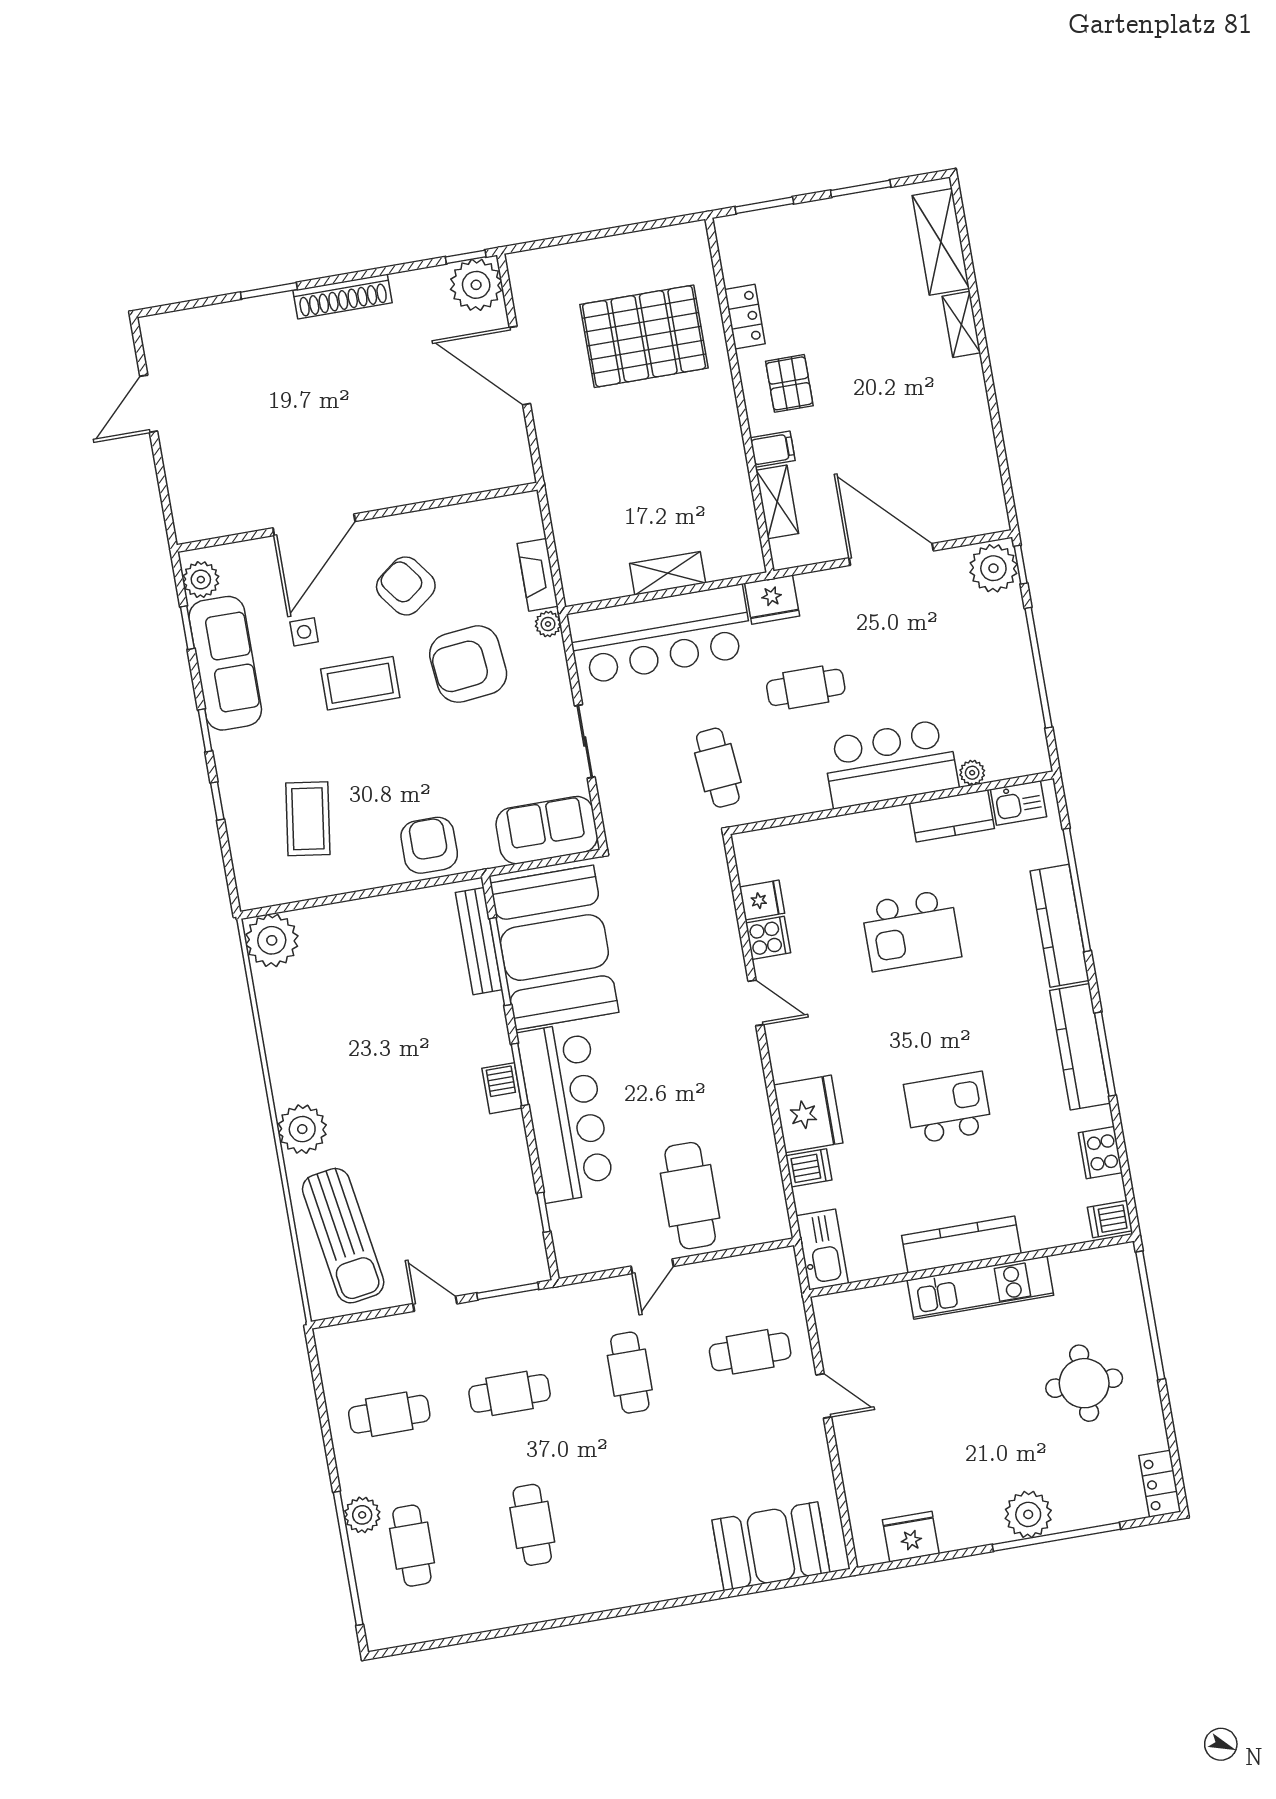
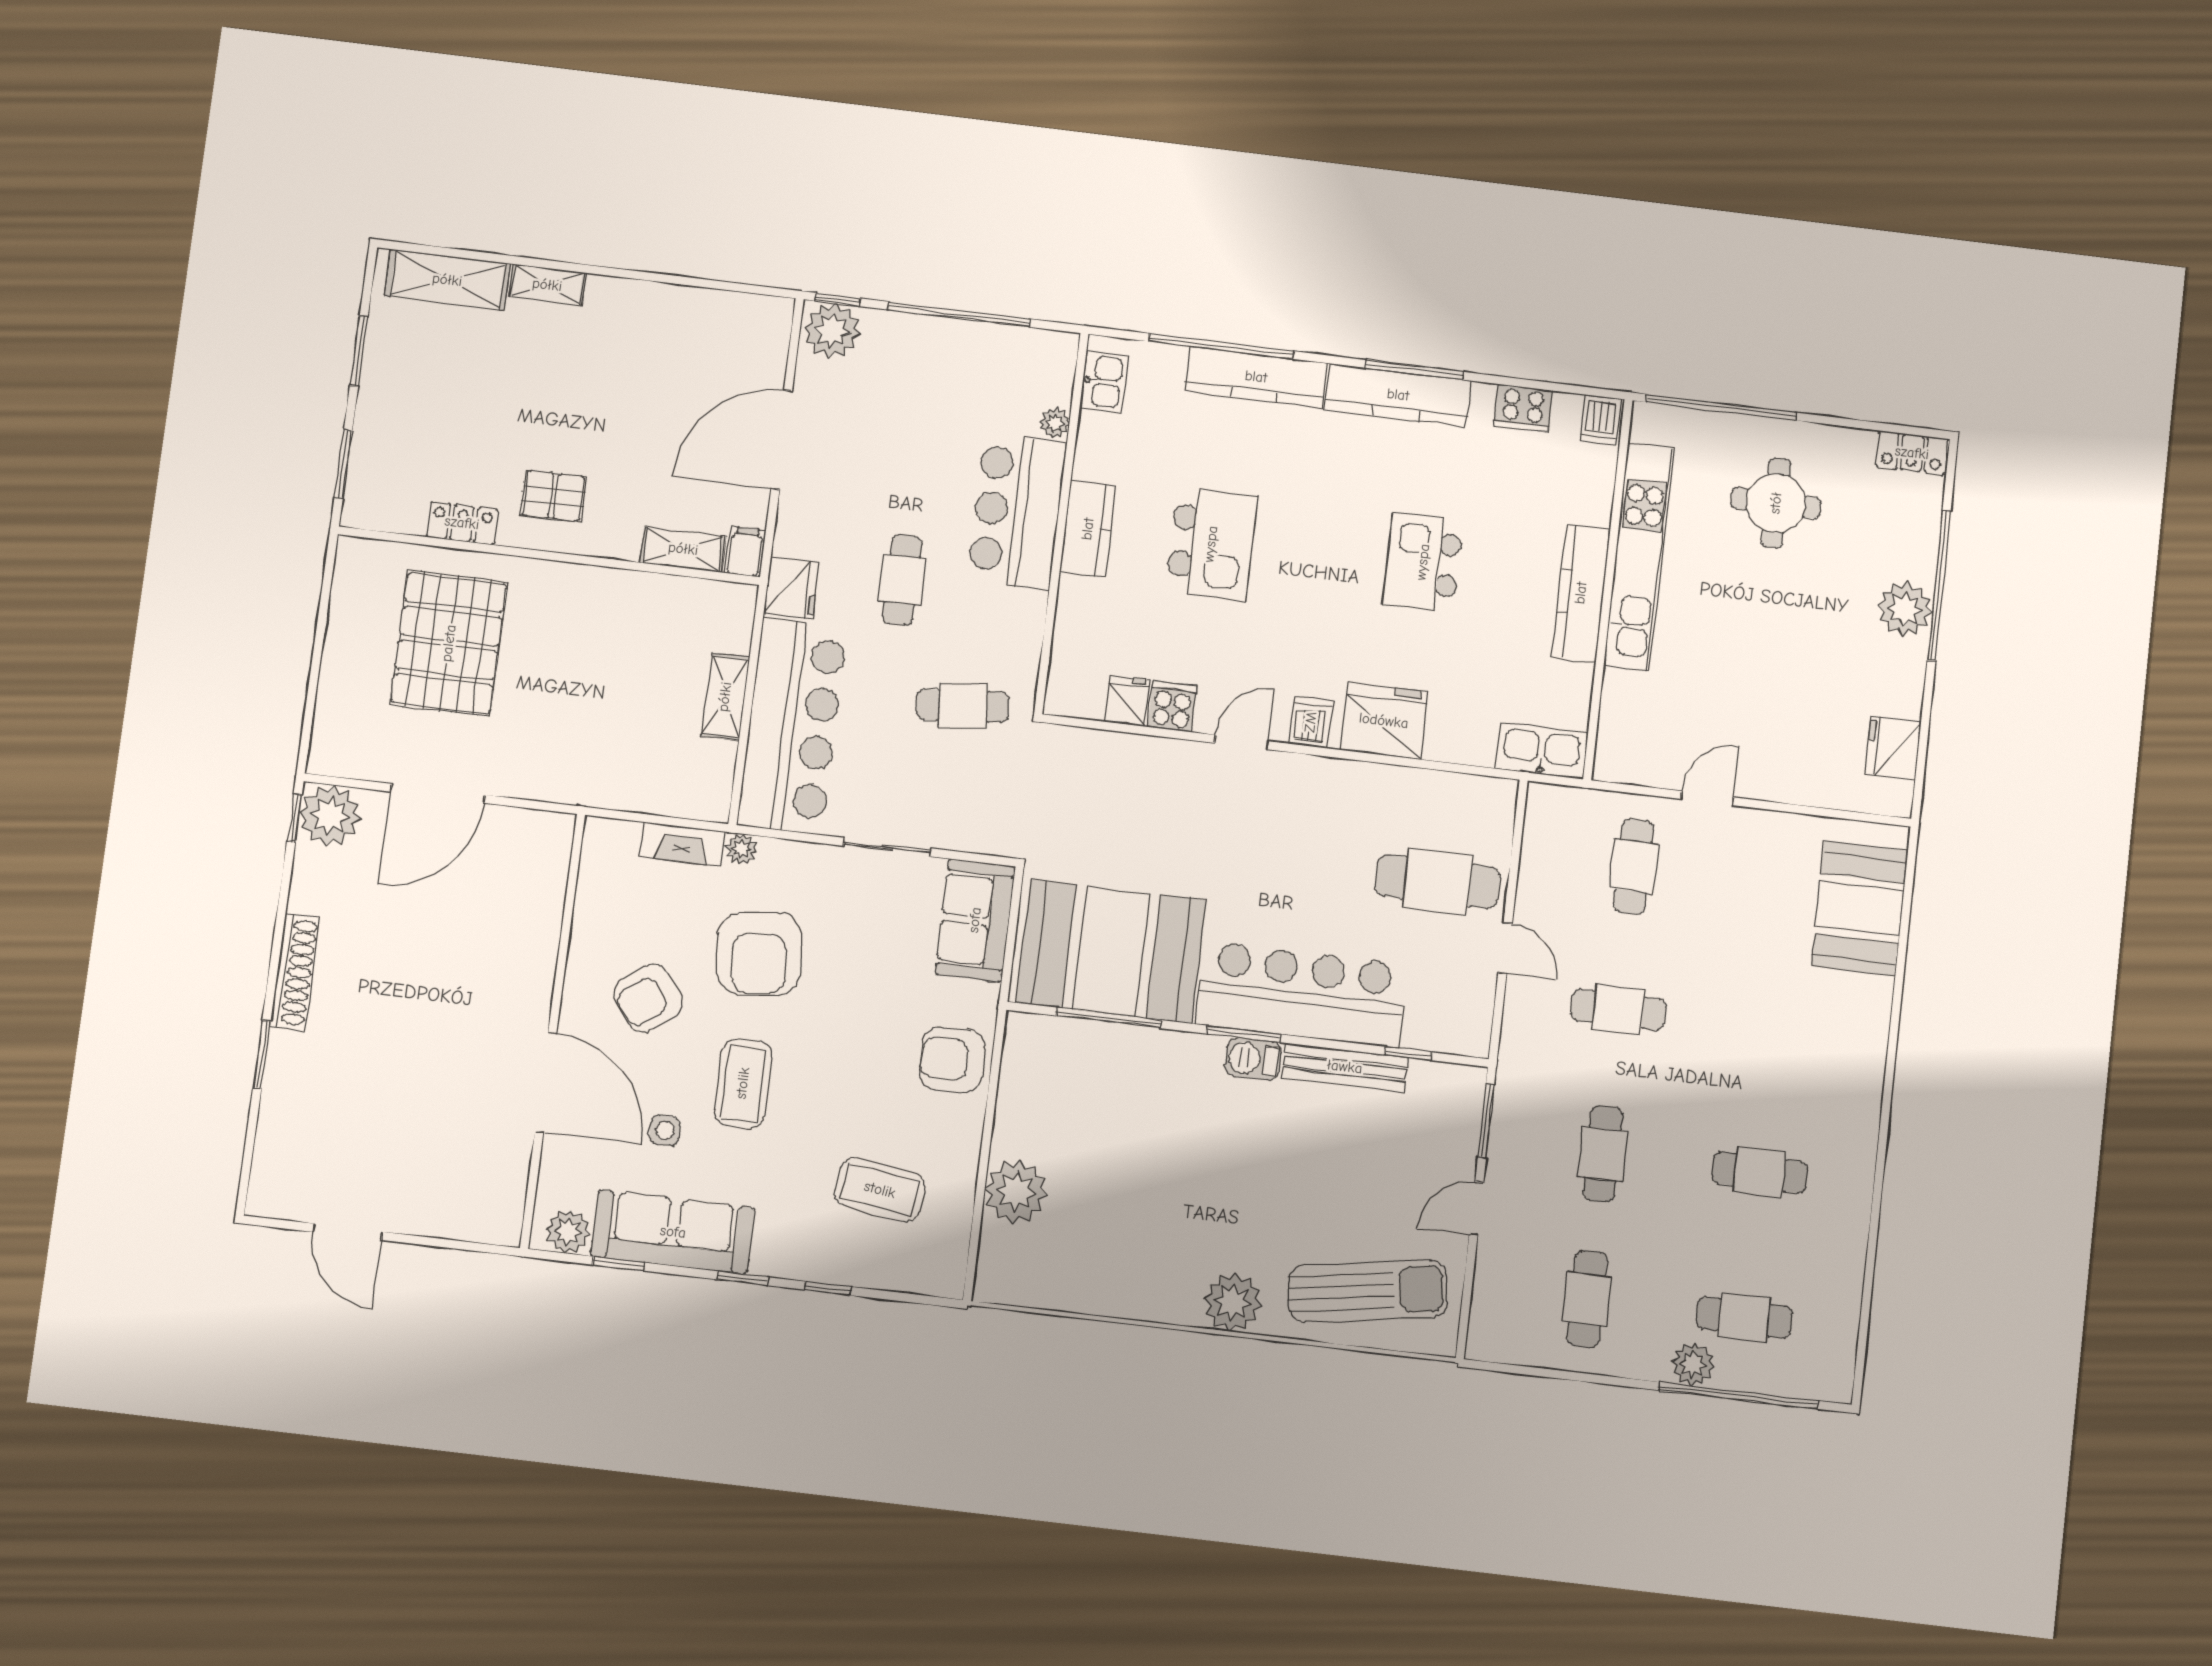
filing cabinet: (773, 449) -> (745, 552), moved
kitchen counter: (952, 816) -> (1088, 529), moved
plant: (272, 940) -> (1016, 1192), moved
bench: (479, 941) -> (1345, 1067), moved
dishwasher: (809, 1168) -> (1311, 722), moved
kitchen unit: (980, 1288) -> (1639, 557), width x1.36

